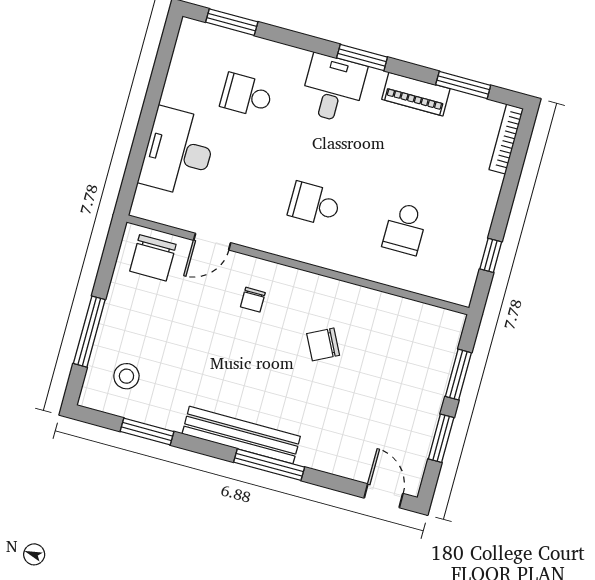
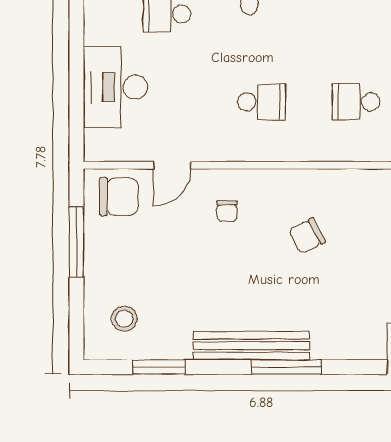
school desk: (314, 204) -> (261, 102), turned 180
school desk: (405, 229) -> (356, 102), turned 90
chair: (153, 258) -> (119, 197), turned -90
window: (89, 332) -> (76, 242), moved

